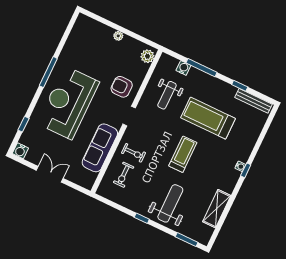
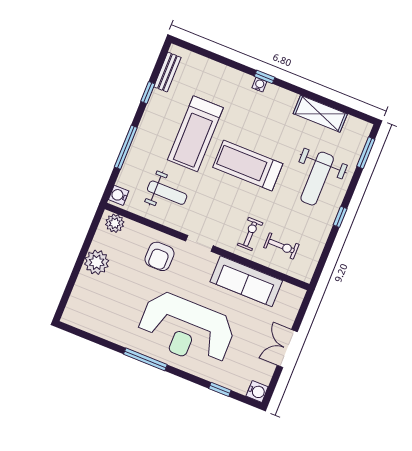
plant: (118, 36) -> (97, 262), width x1.88, depth x1.88
water cooler: (183, 68) -> (119, 195), moved
bench: (254, 101) -> (167, 72), width x0.73
treadmill: (183, 154) -> (248, 166), width x1.37, depth x1.38
weight bench: (170, 203) -> (317, 179), turned -90

